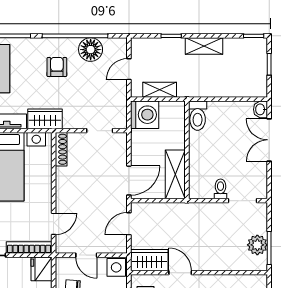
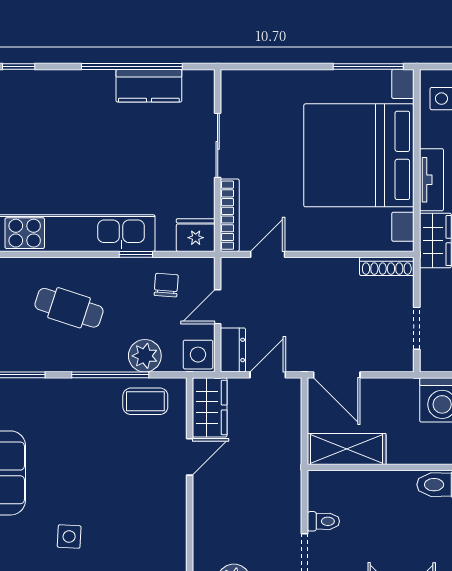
door: (54, 224) -> (268, 254), swing flipped
door: (129, 224) -> (268, 375), hinge flipped
dresser: (113, 246) -> (233, 350), added

